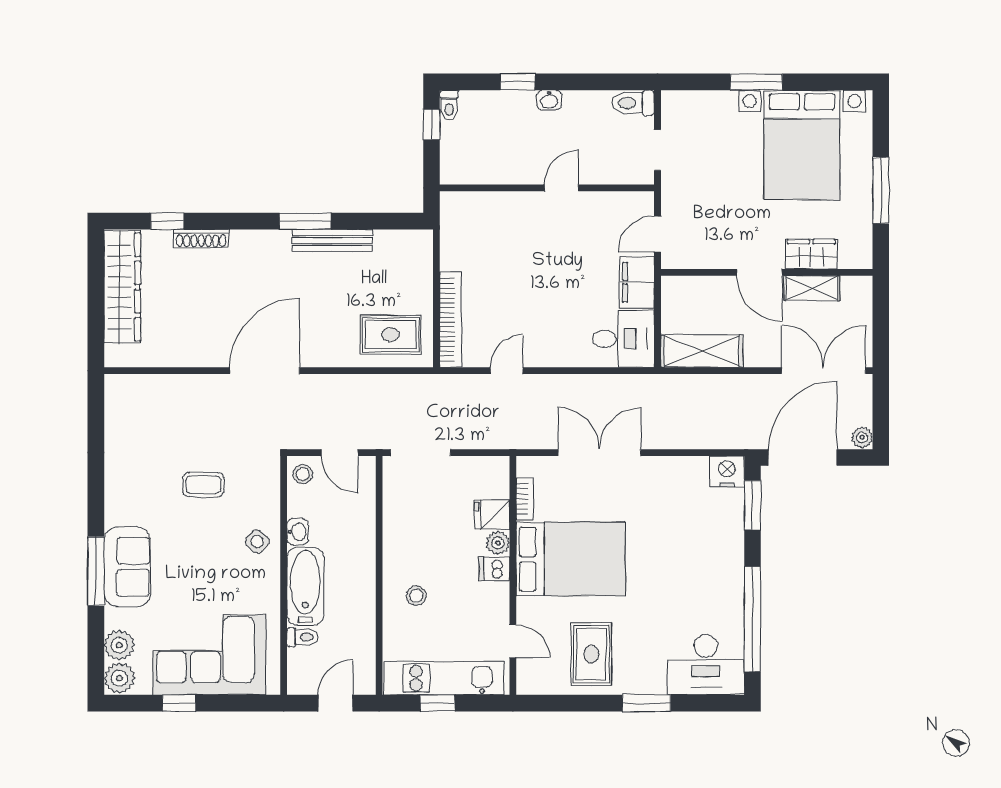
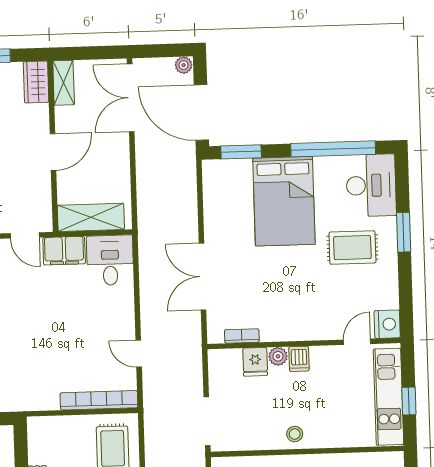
wardrobe: (811, 254) -> (36, 82), moved
shelving: (812, 288) -> (64, 83), moved
shelving: (702, 351) -> (91, 217), moved, turned 90
nightstand: (727, 471) -> (387, 324), moved, turned 180
bed: (571, 559) -> (284, 201), moved, turned 180
stool: (416, 596) -> (295, 434), moved
rug: (591, 654) -> (352, 248), moved

